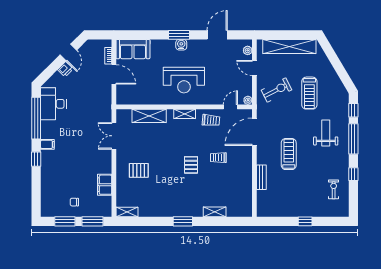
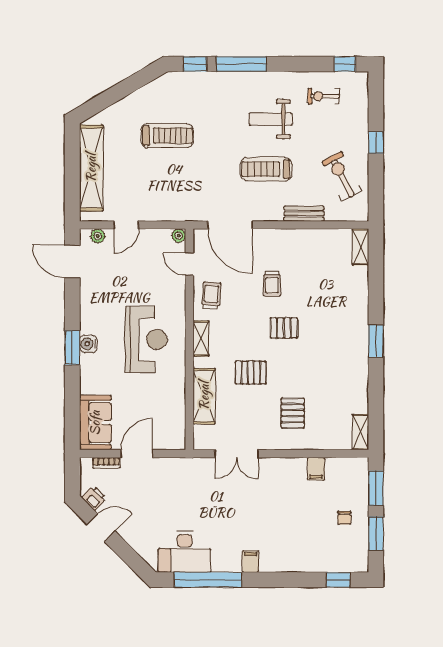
door: (217, 35) -> (72, 262), moved
printer: (65, 69) -> (94, 498), moved
exercise bike: (276, 90) -> (342, 176), moved
weight bench: (326, 133) -> (271, 119), moved
pallet: (164, 145) -> (251, 373), added
window: (36, 159) -> (338, 580), moved
window: (353, 174) -> (345, 64), moved
filing cabinet: (105, 185) -> (316, 469), width x0.50
shelving: (215, 212) -> (360, 247), moved

